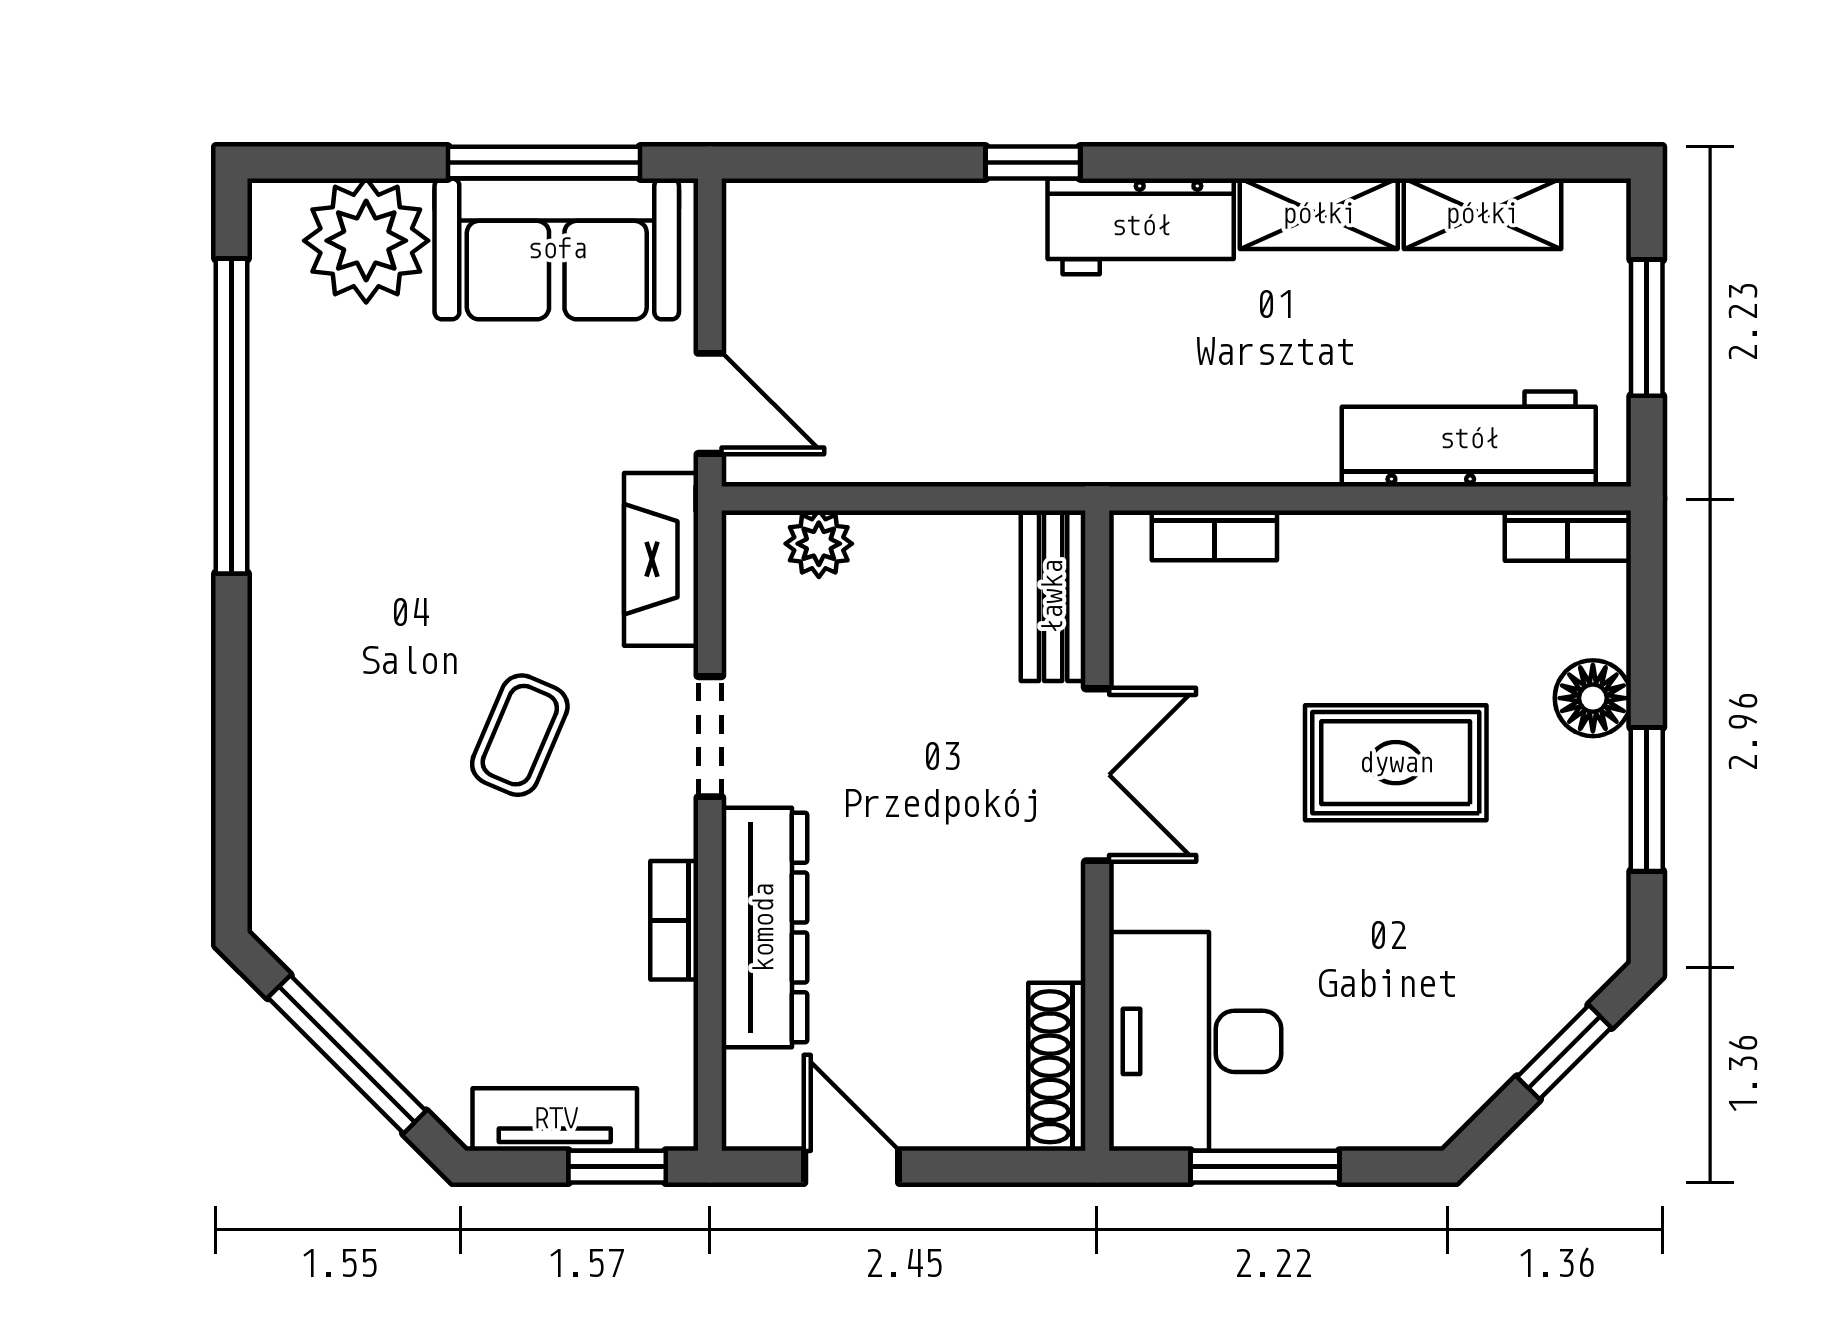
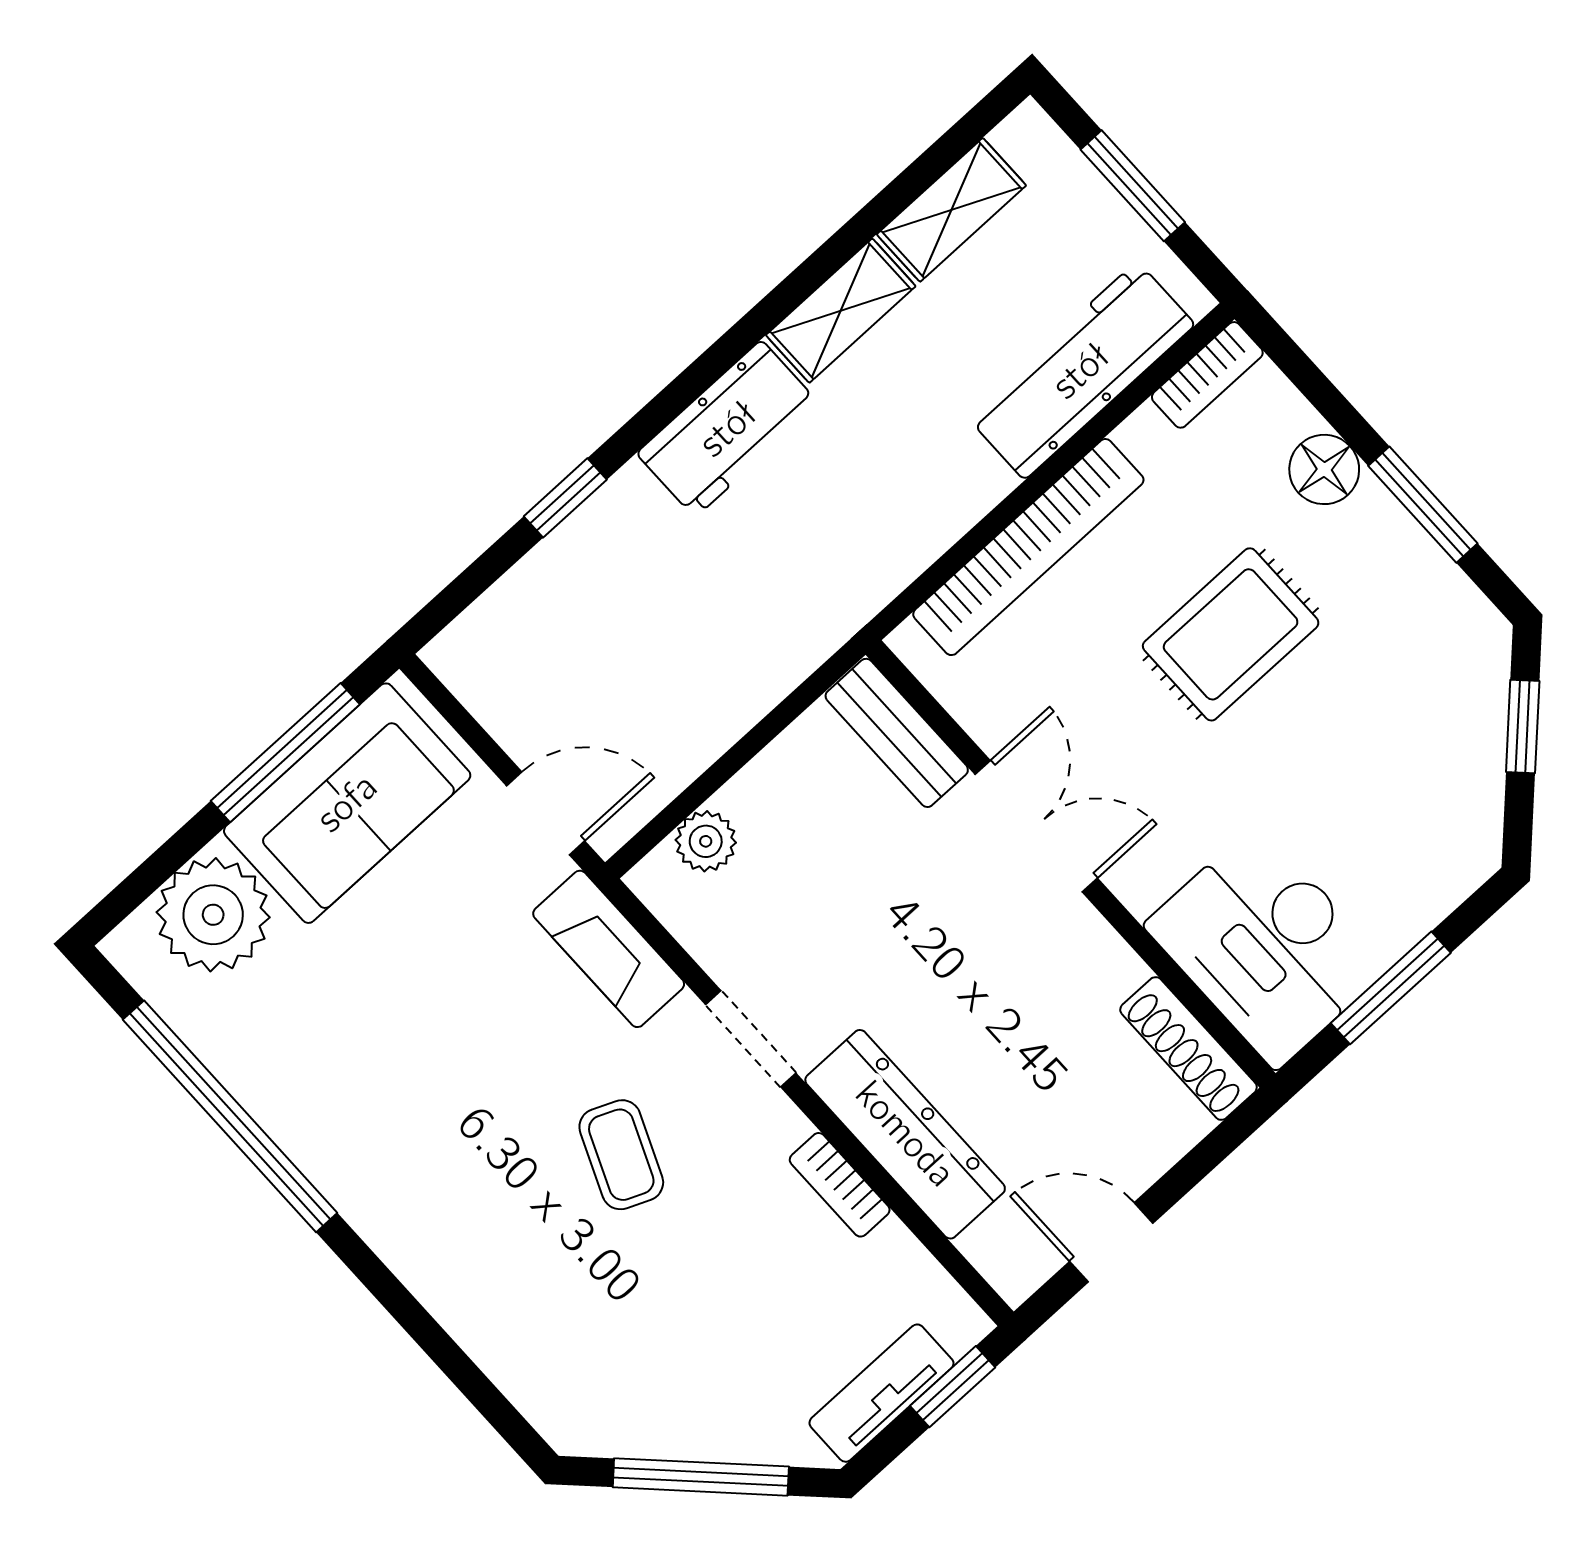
window: (1033, 163) -> (565, 498), moved
bookcase: (1214, 535) -> (1028, 547), width x2.31, depth x1.31

